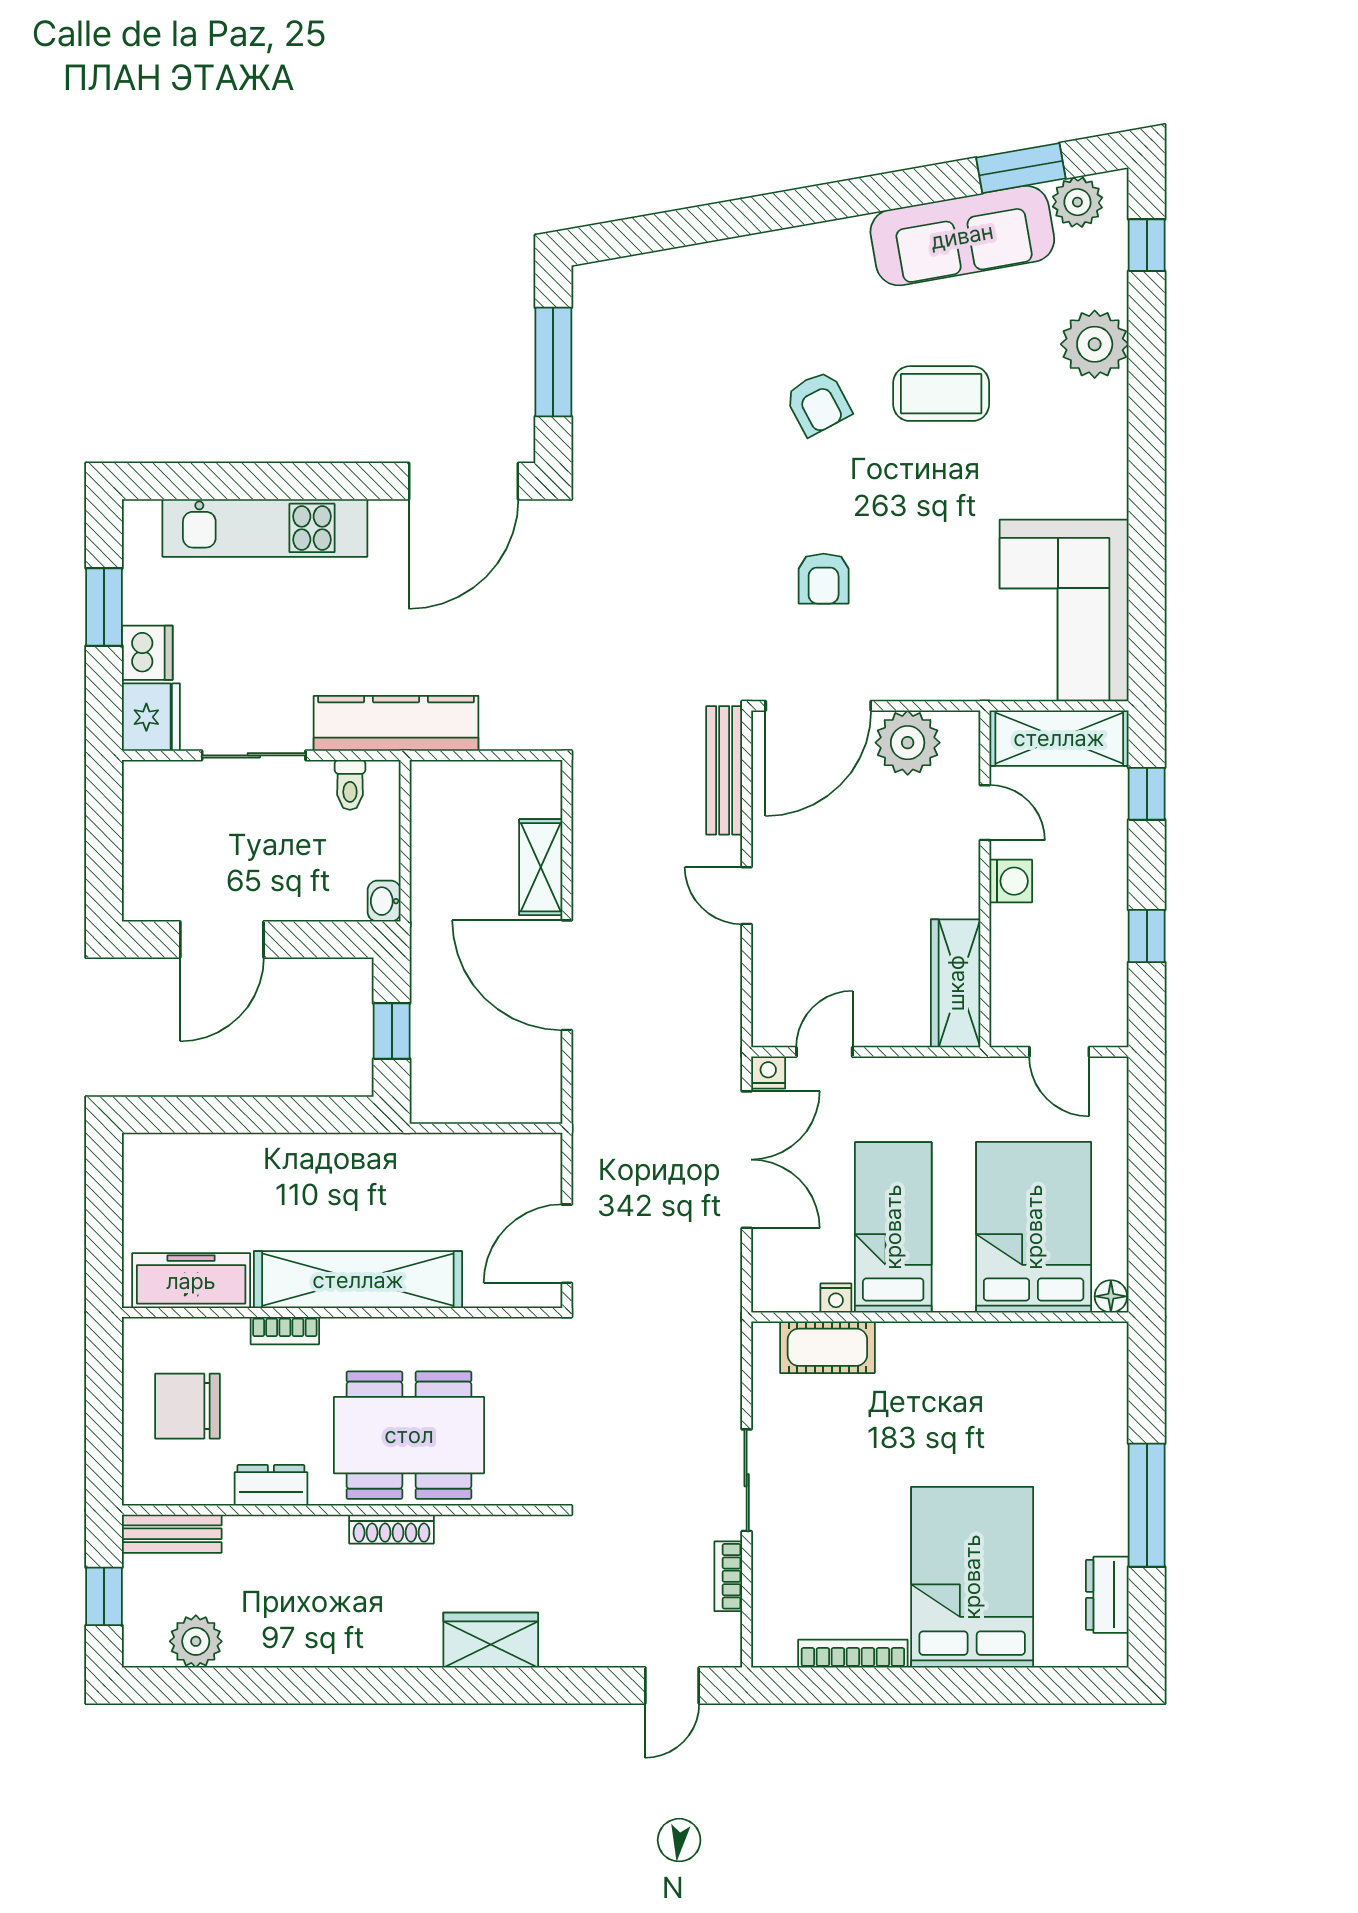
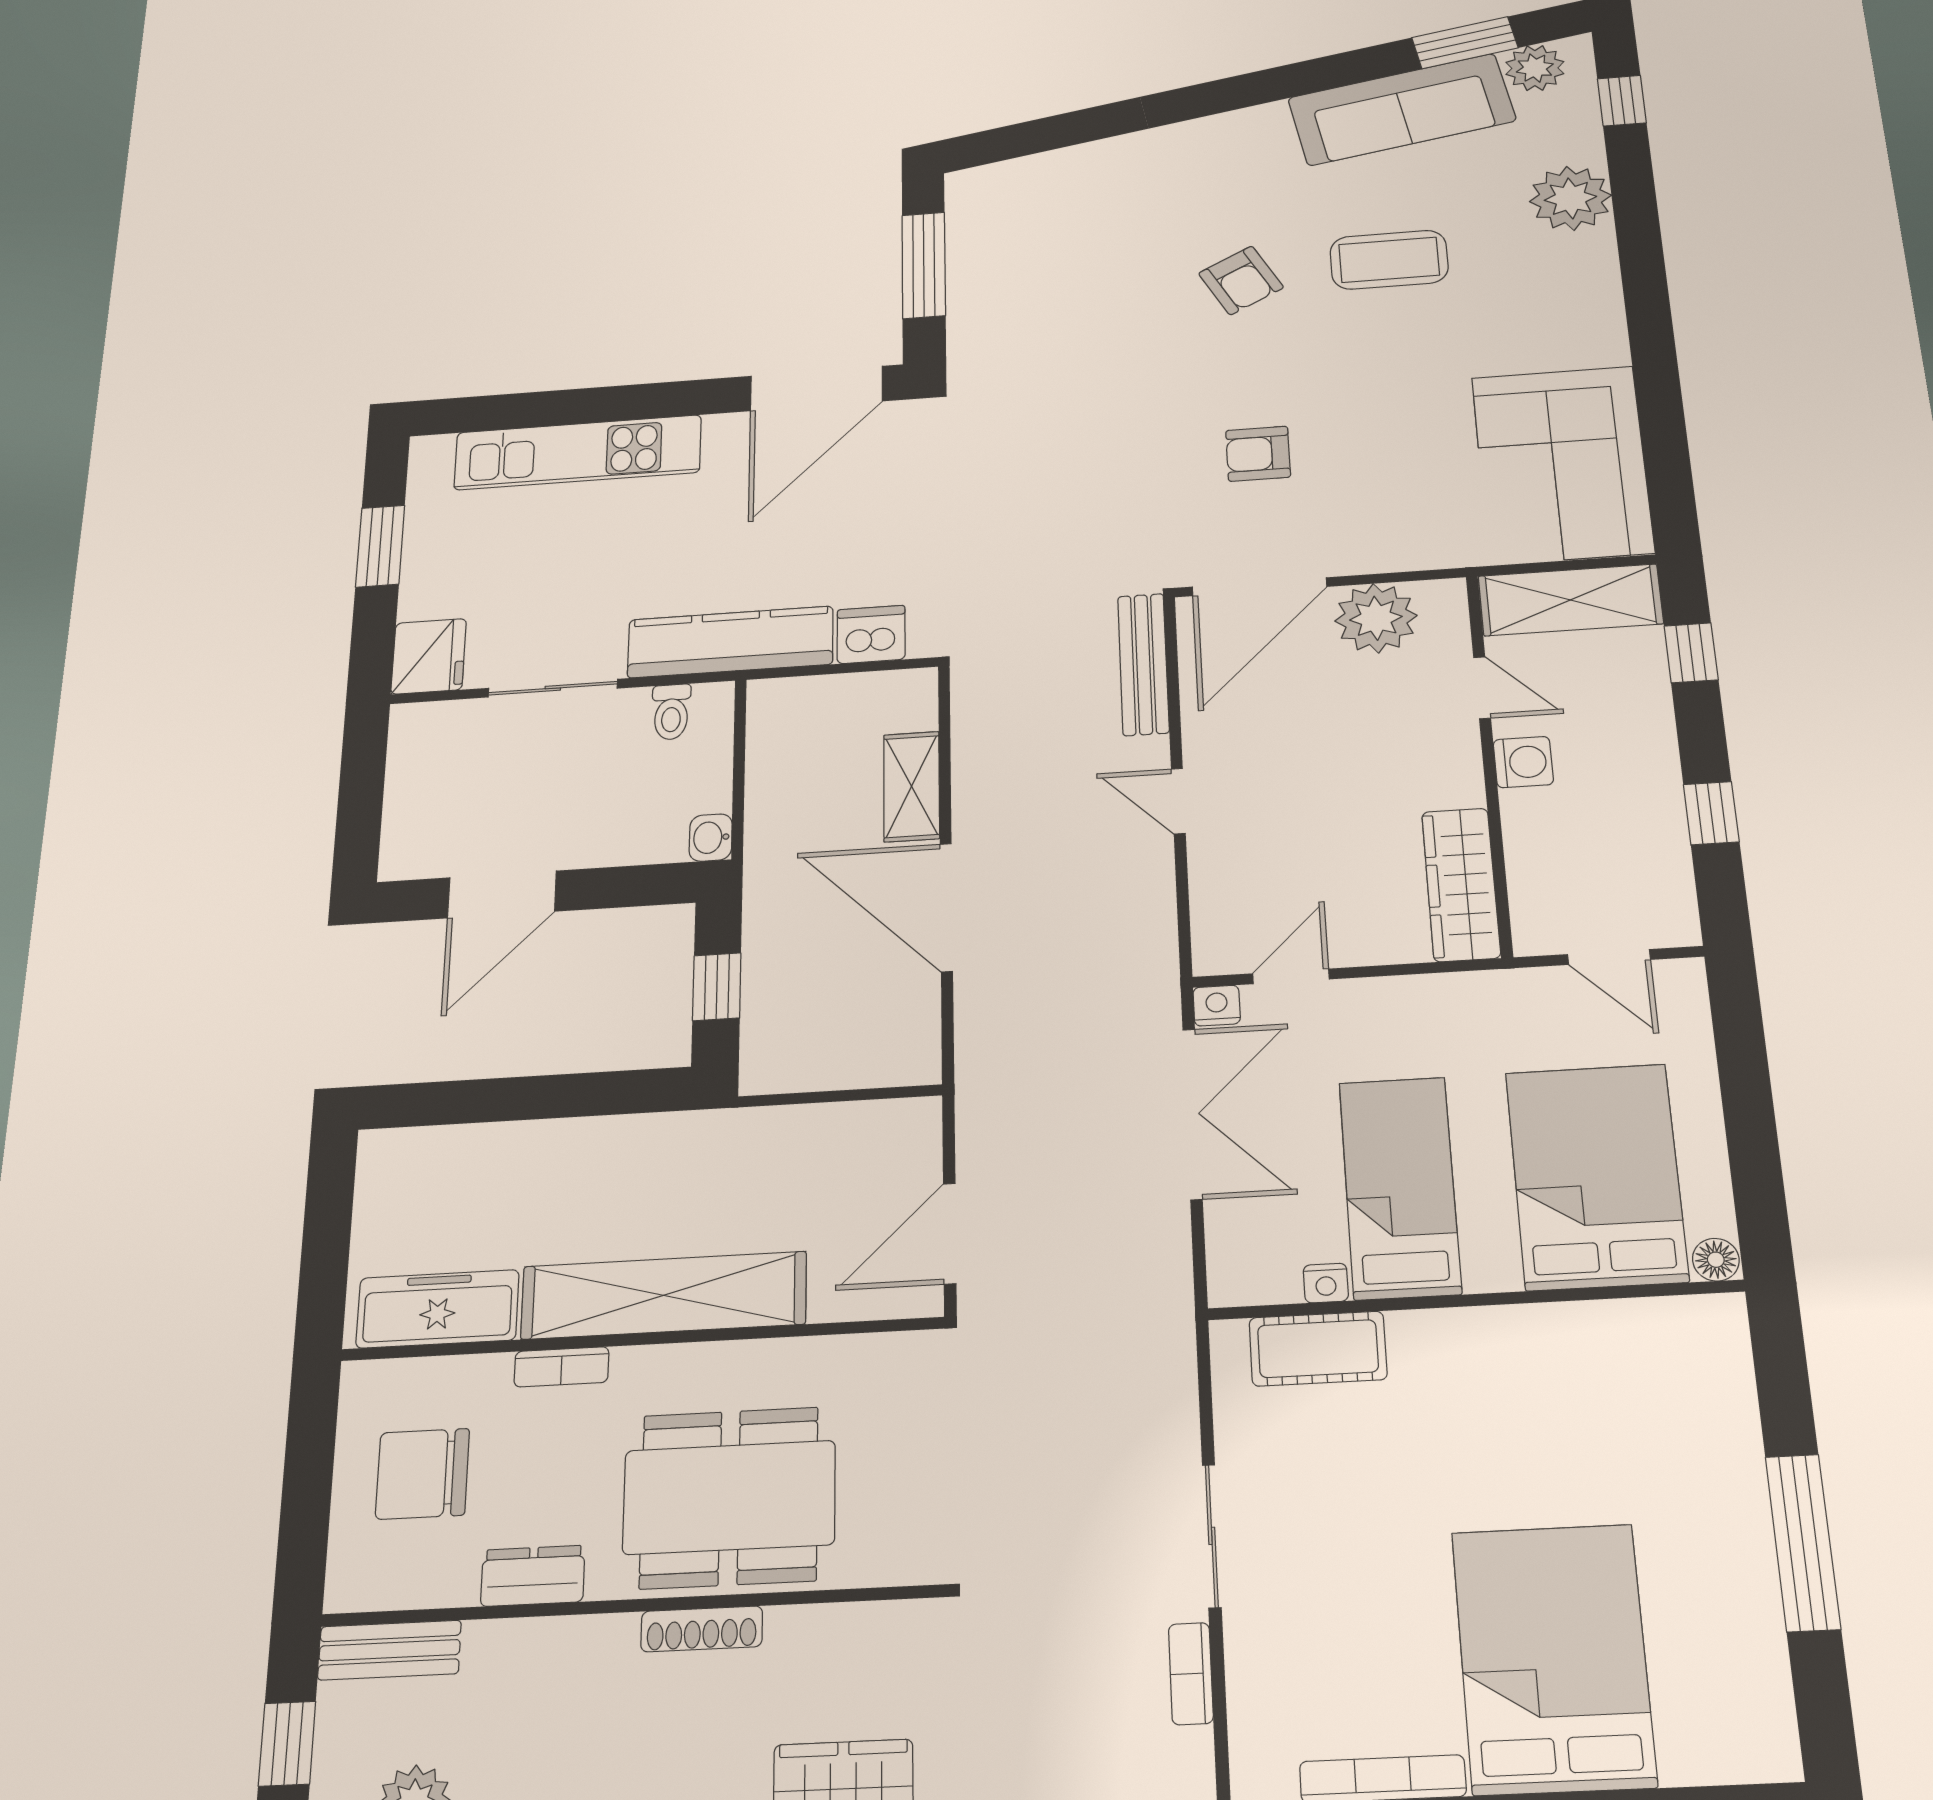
armchair: (824, 579) -> (1258, 454), turned 90
dishwasher: (147, 653) -> (871, 635), moved, turned -90
dresser: (1107, 1595) -> (1759, 1675), removed

